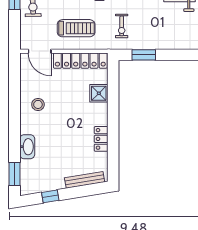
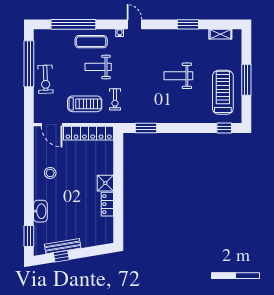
exercise bike: (122, 26) -> (115, 99), moved
shower: (99, 93) -> (105, 183), moved
bench: (85, 180) -> (63, 246), moved

